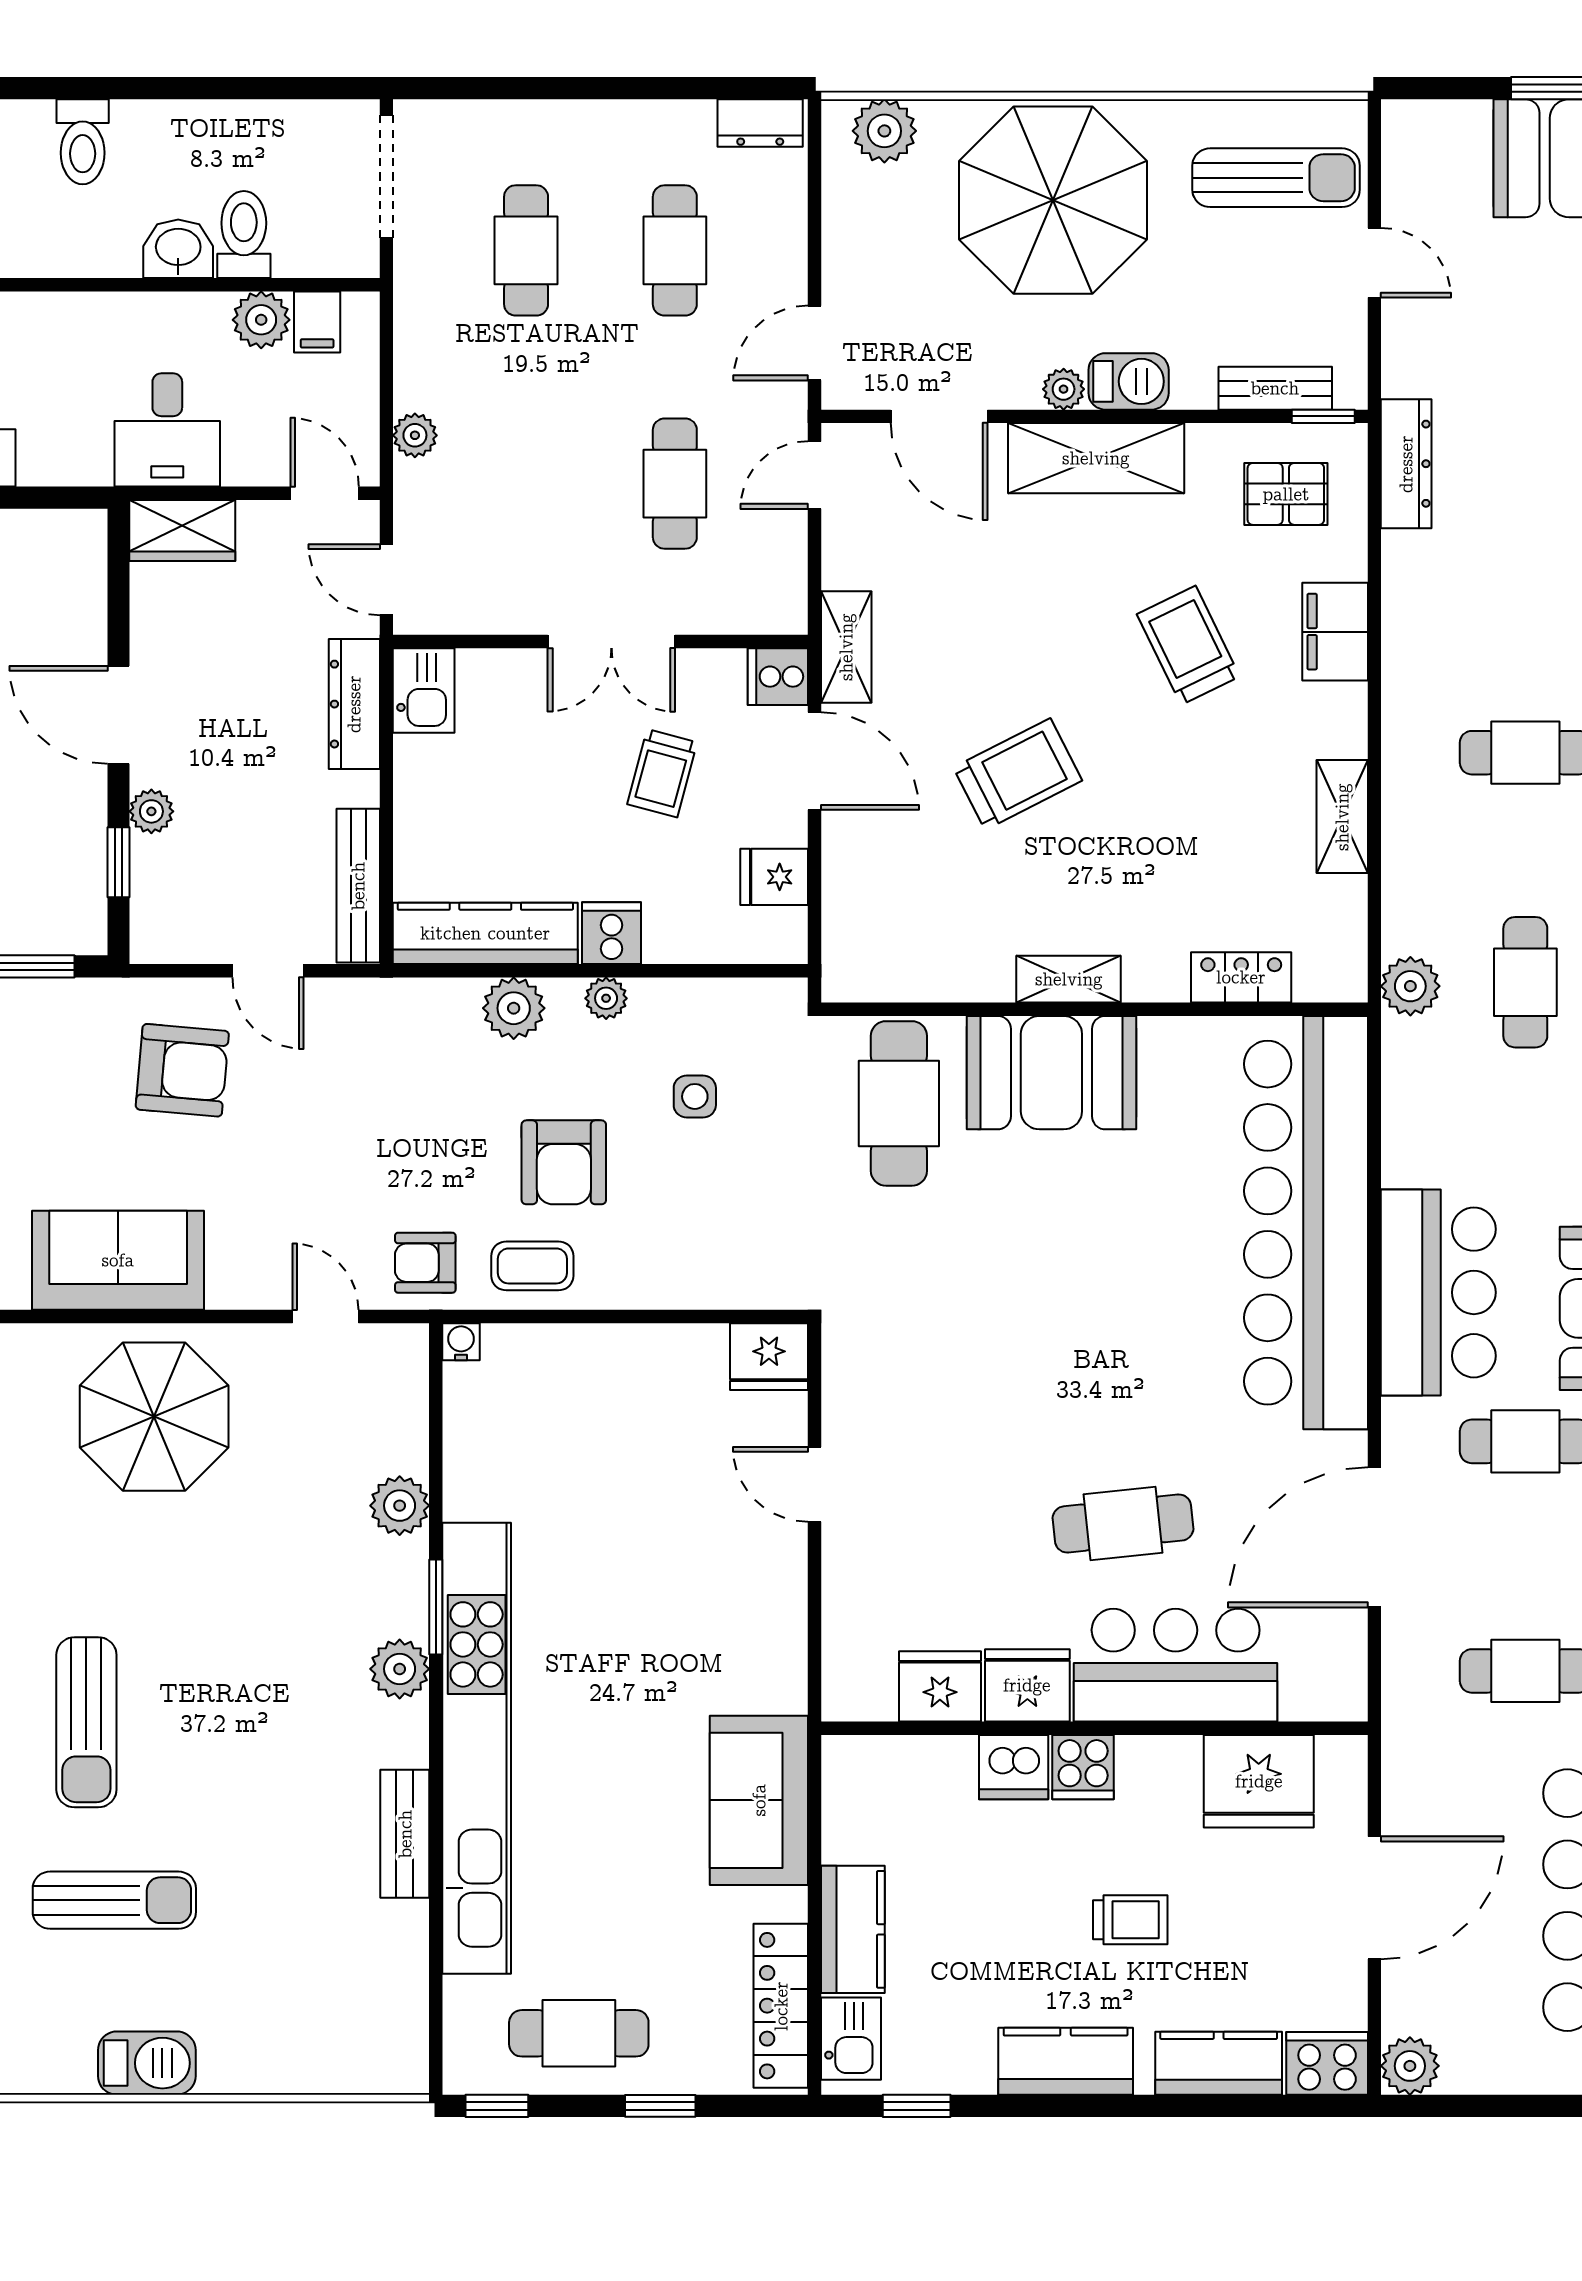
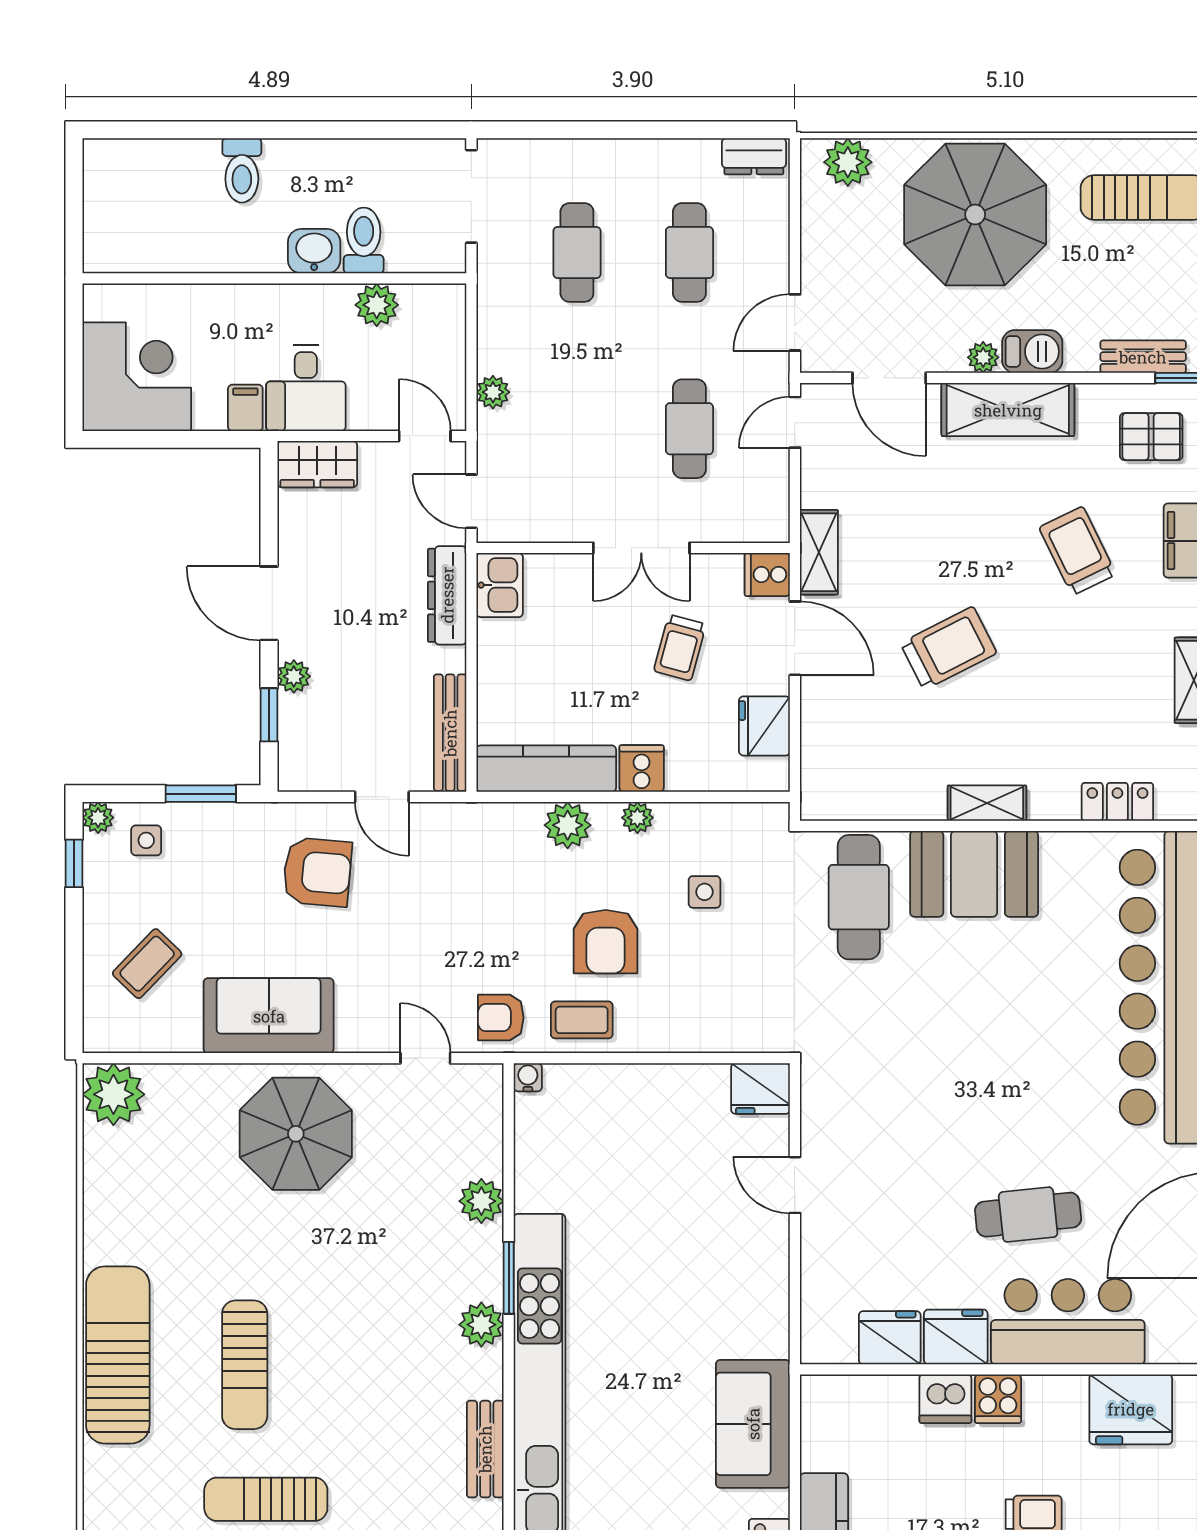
filing cabinet: (317, 322) -> (245, 408), moved, turned 180
fridge: (774, 877) -> (764, 726), width x1.38
sun lounger: (114, 1900) -> (266, 1499), turned 180

